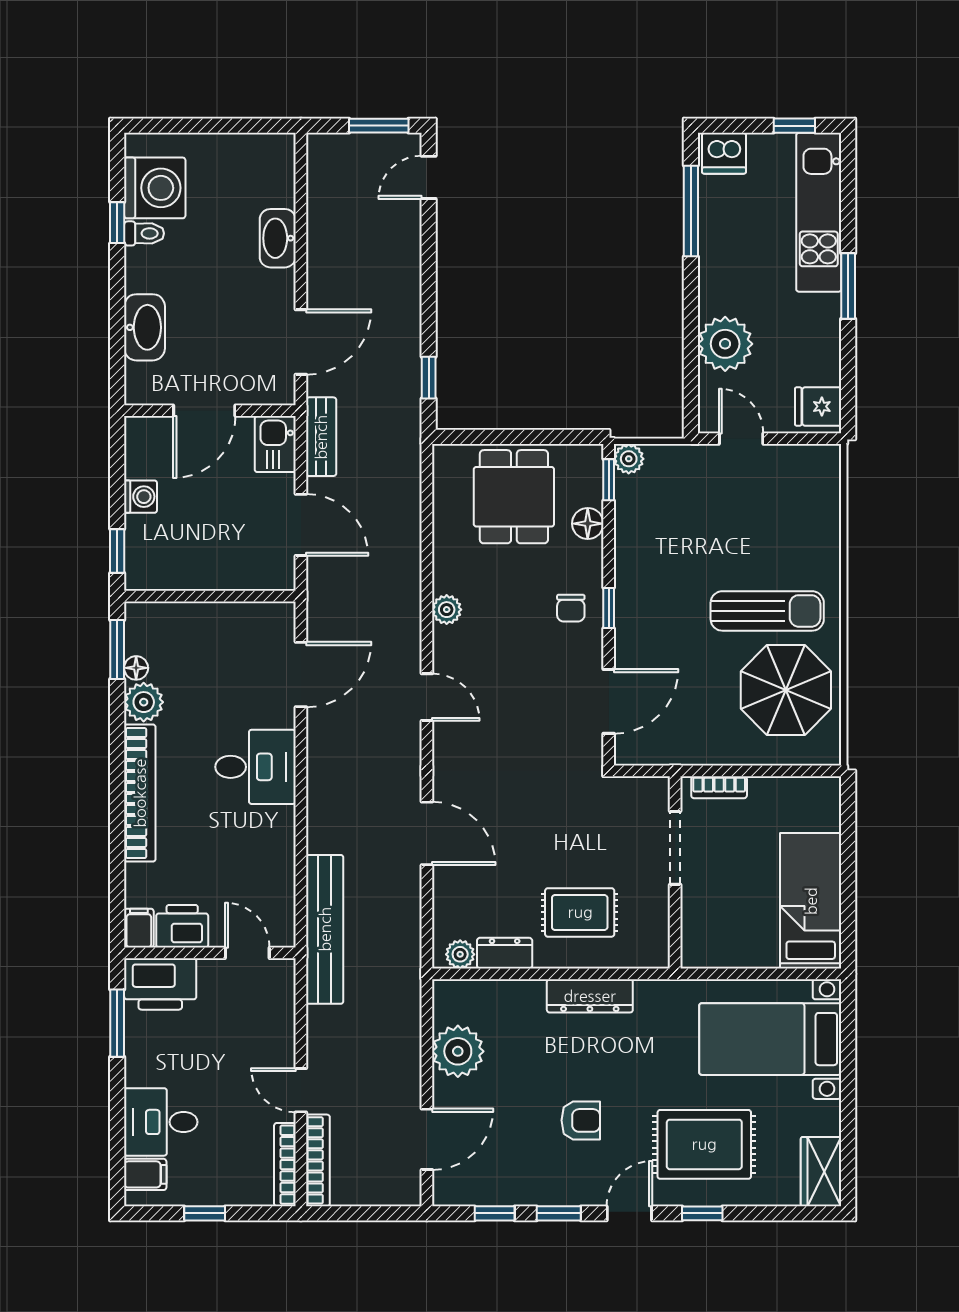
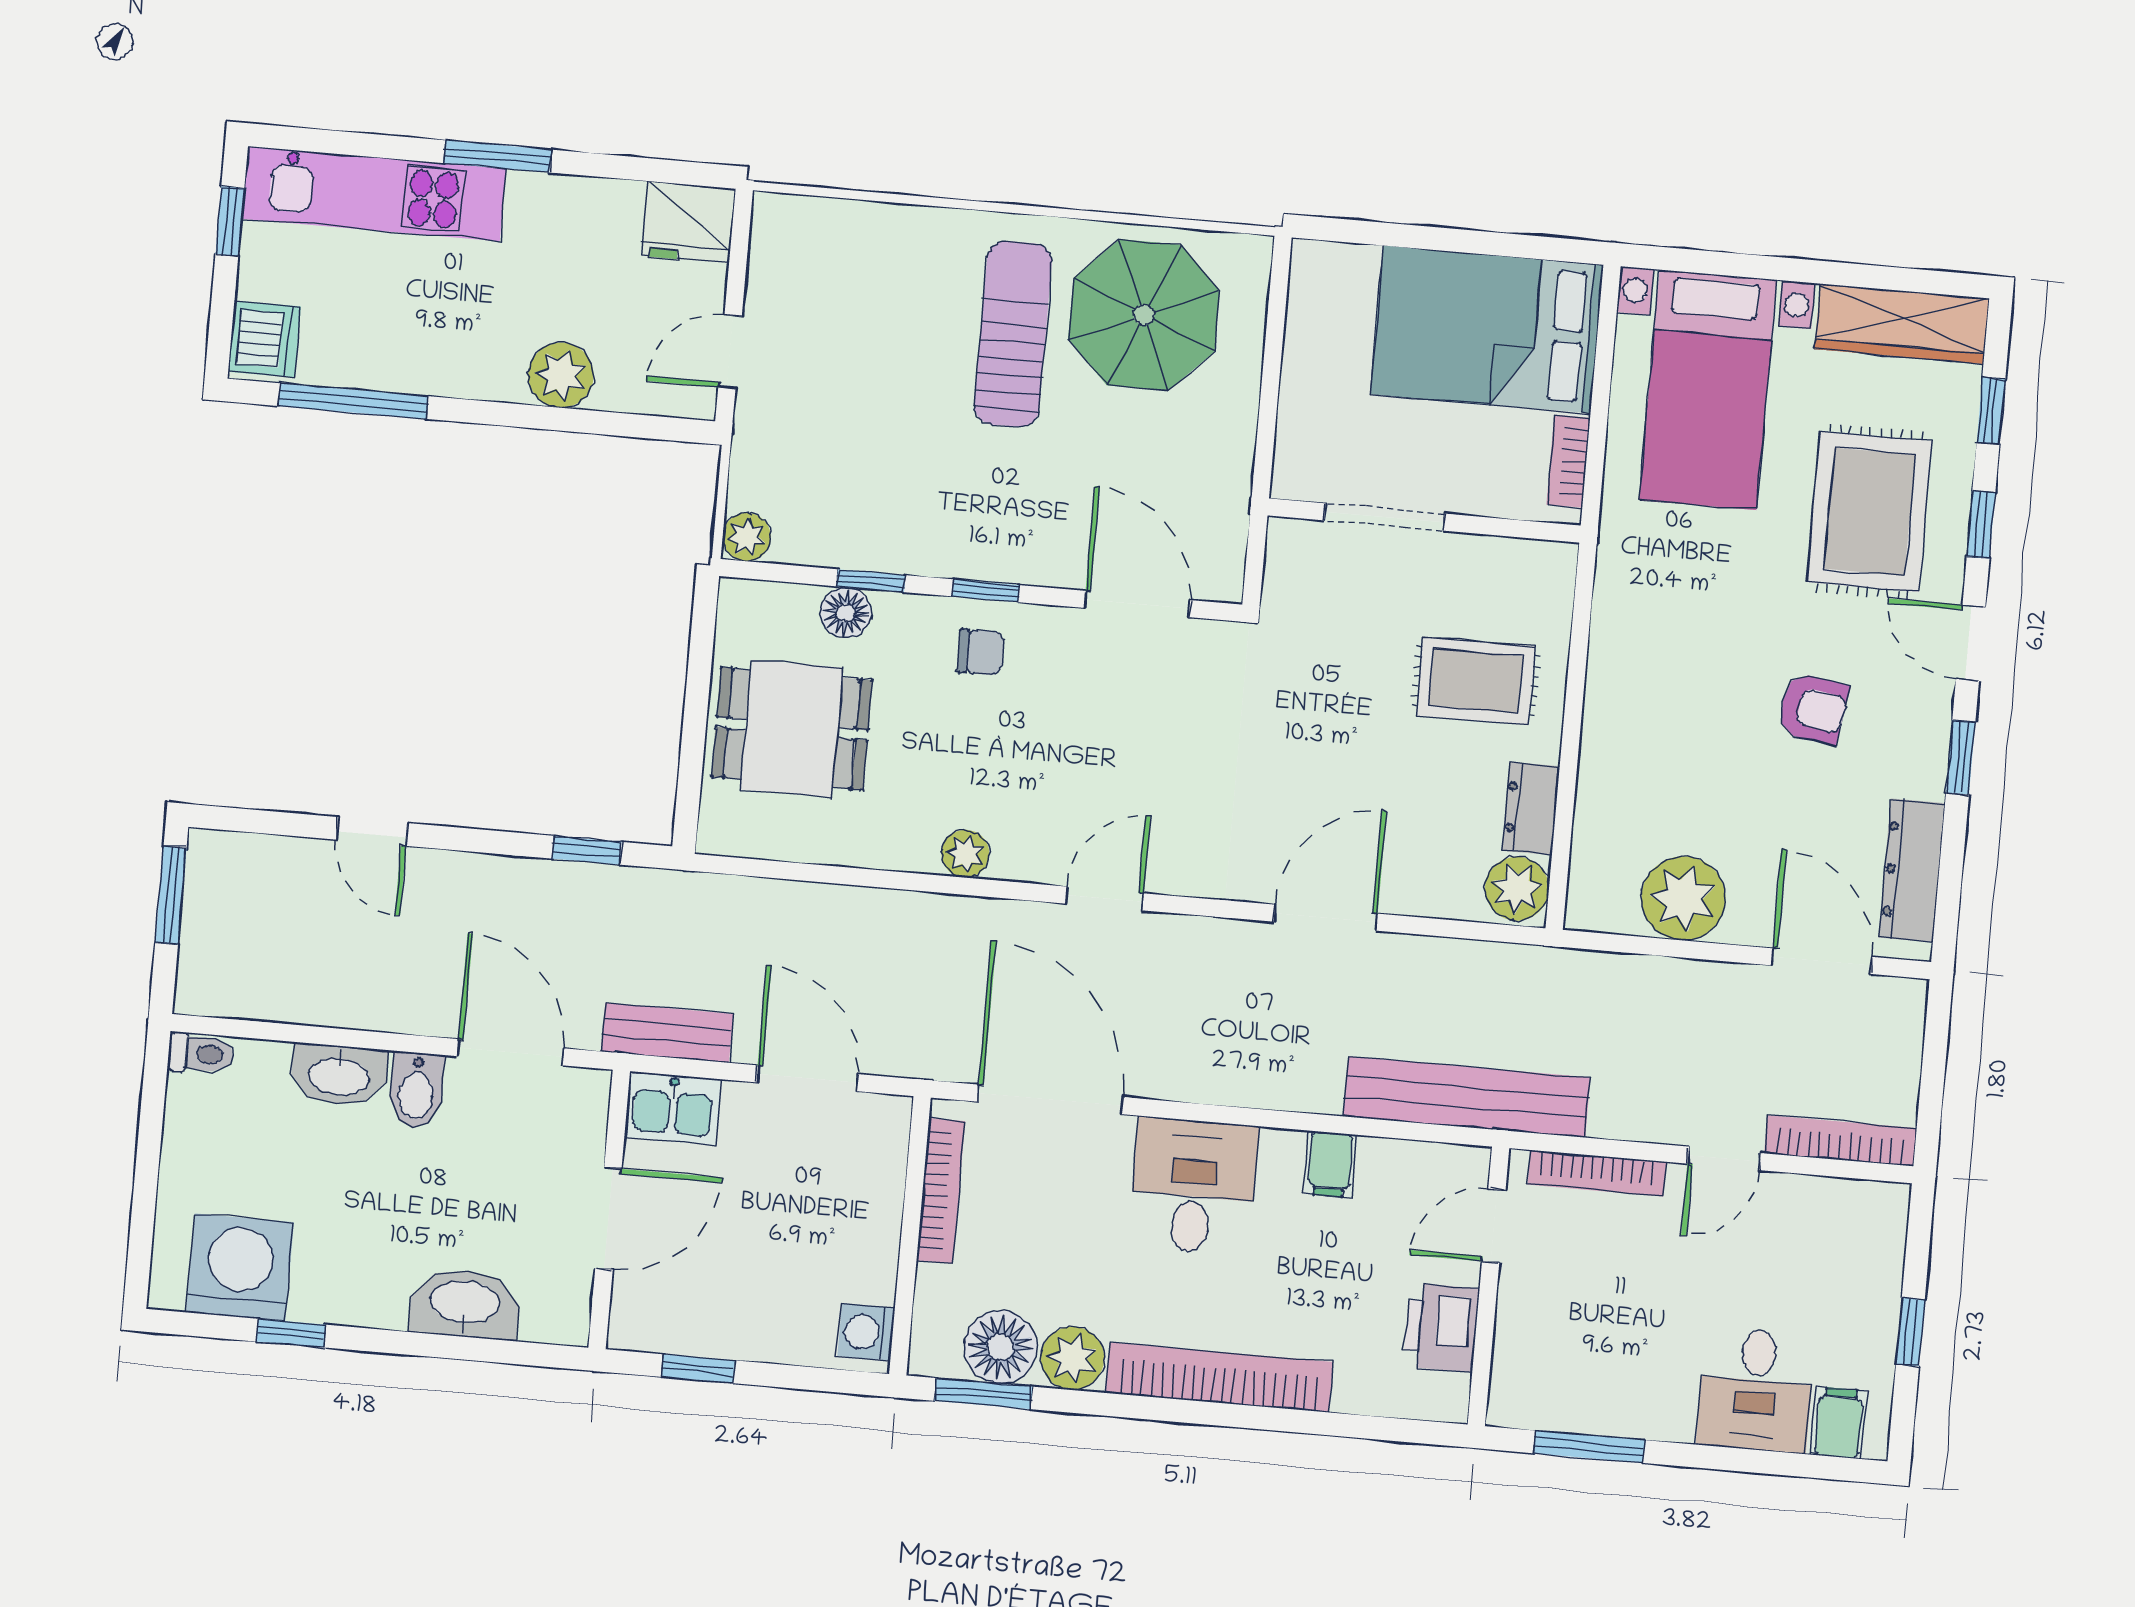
door: (429, 177) -> (372, 831), moved
toilet: (144, 233) -> (201, 1054), moved, turned 90
bidet: (272, 286) -> (416, 1090), added
plant: (725, 344) -> (561, 375), width x0.73, depth x0.73
fridge: (818, 406) -> (689, 222), width x1.38
door: (204, 411) -> (608, 1219), hinge flipped
window: (609, 480) -> (871, 581), moved
washing machine: (141, 497) -> (866, 1332), moved, turned -90
door: (301, 525) -> (807, 1078), hinge flipped
window: (117, 551) -> (698, 1369), moved
bookcase: (239, 613) -> (941, 1191), added
floor lamp: (136, 668) -> (1000, 1347), width x1.89, depth x1.89
door: (301, 675) -> (1050, 1099), width x1.36
bookcase: (719, 787) -> (1568, 461), moved, turned 180
bed: (811, 901) -> (1487, 329), width x1.50
rug: (580, 912) -> (1476, 681), turned 90
filing cabinet: (139, 928) -> (1330, 1164), moved, turned -90
plant: (460, 954) -> (1517, 889), width x1.38, depth x1.38
printer: (160, 984) -> (1532, 1371), removed
dresser: (590, 996) -> (1912, 870), moved, turned 180
armchair: (581, 1120) -> (1813, 709), turned 99
bookcase: (285, 1165) -> (1597, 1173), moved
wardrobe: (821, 1172) -> (1902, 324), width x1.50
window: (495, 1213) -> (1991, 411), moved

